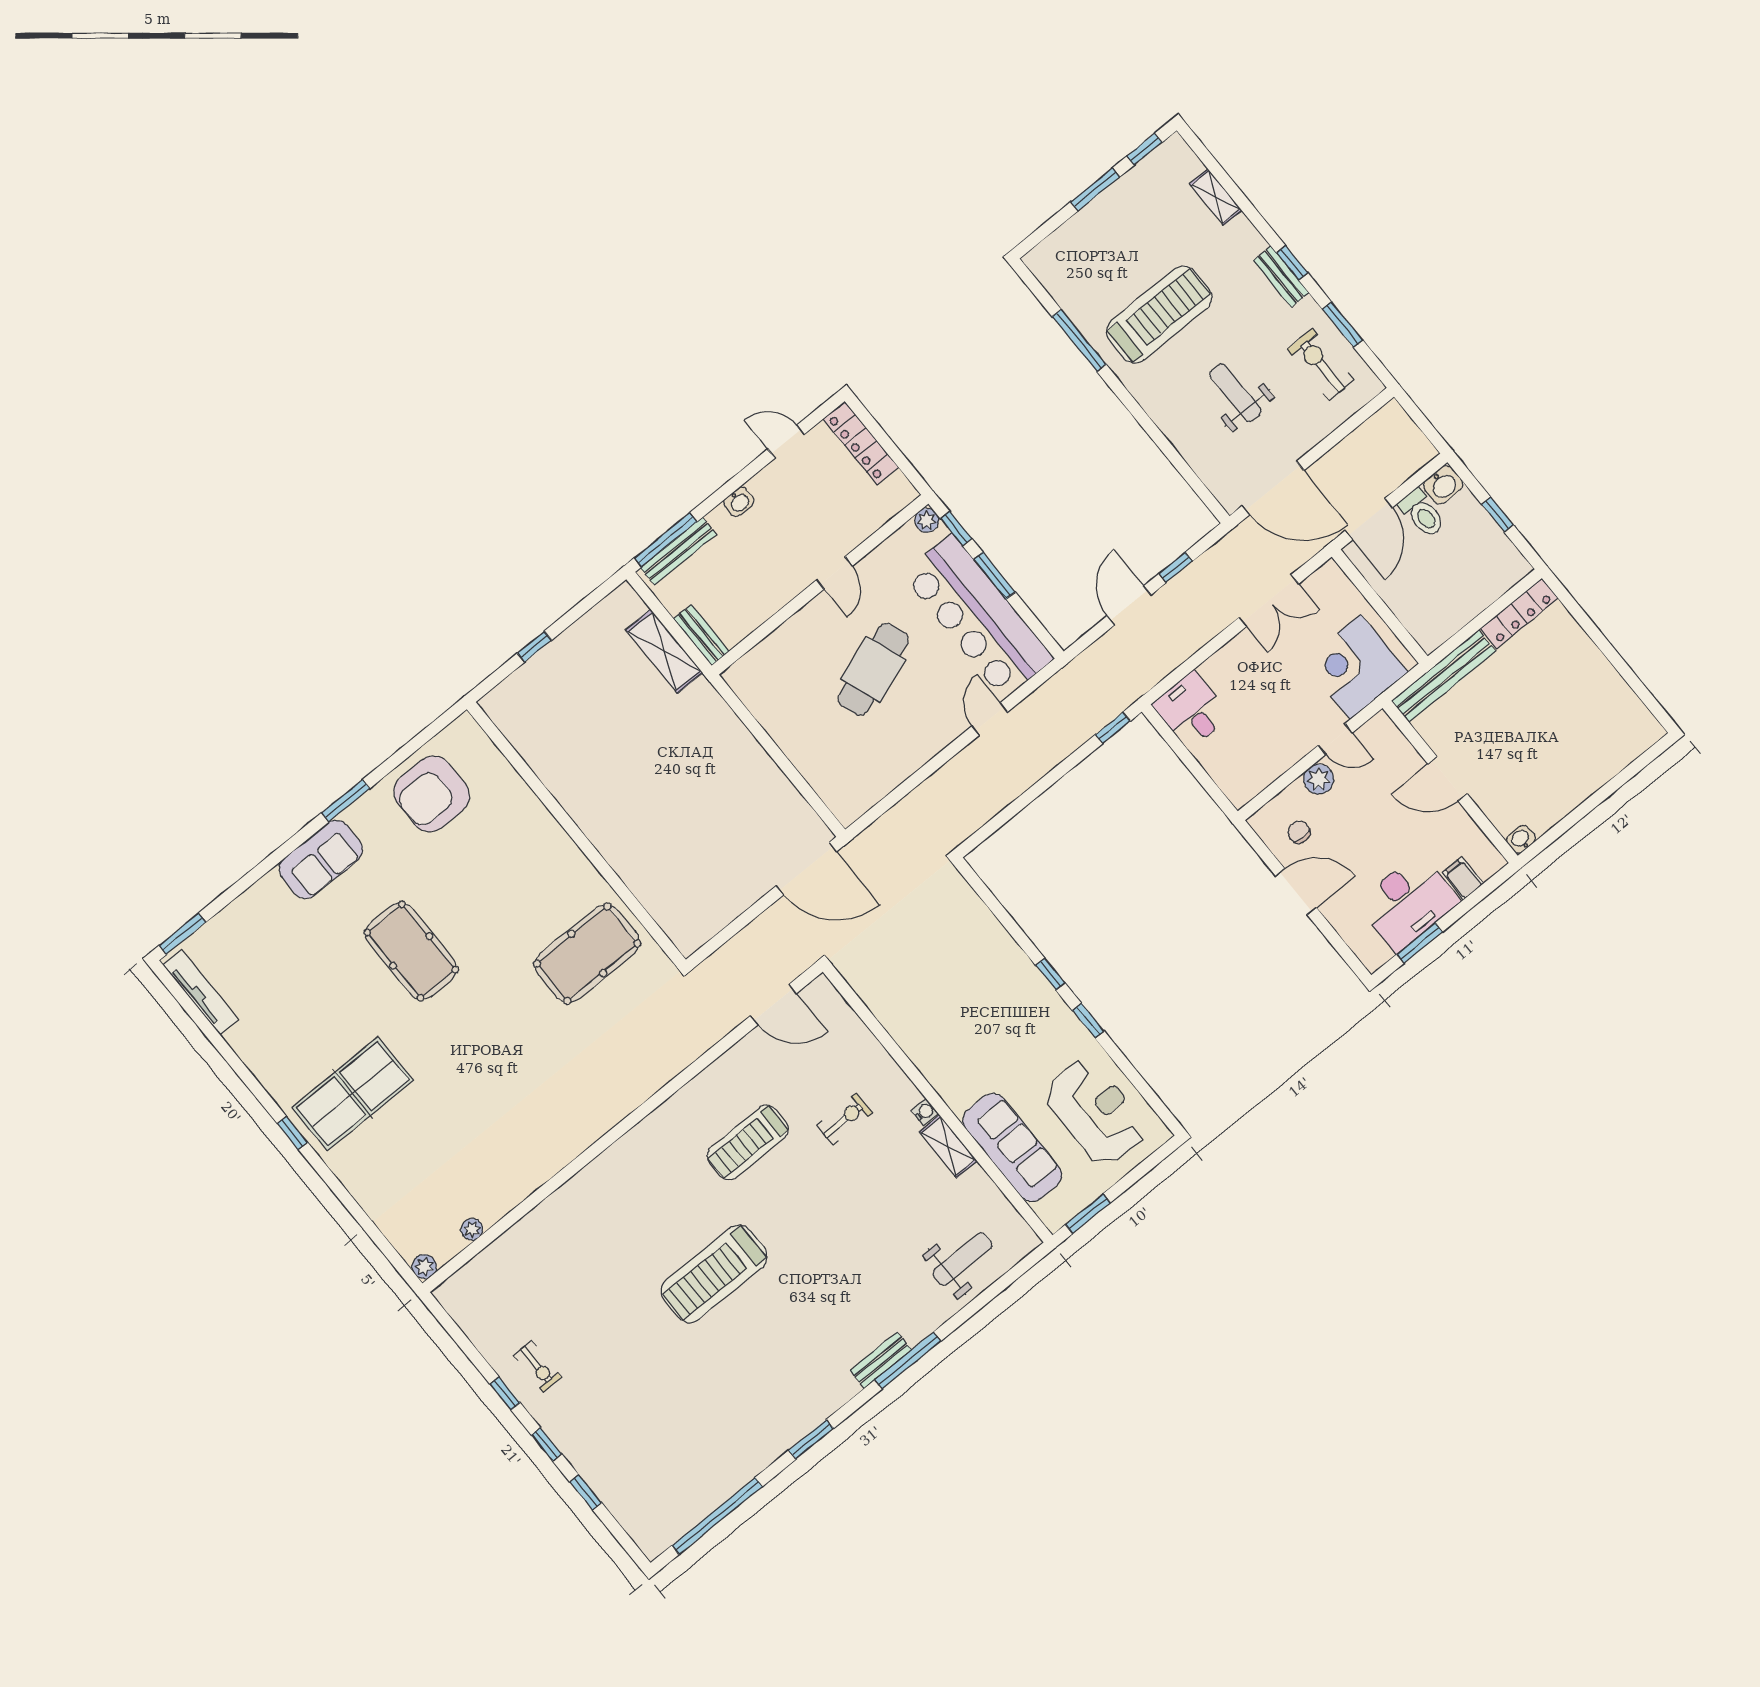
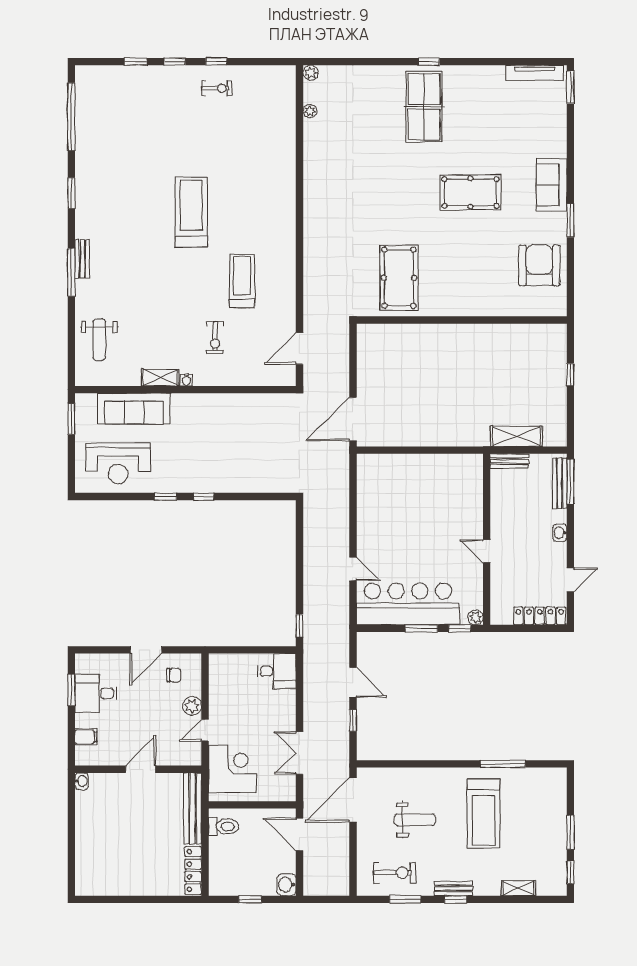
toilet: (1422, 513) -> (224, 826), moved, turned 180
cafe table: (873, 669) -> (424, 532), removed
desk: (1408, 902) -> (96, 693), width x0.73
exercise bike: (538, 1366) -> (216, 88), turned 180

